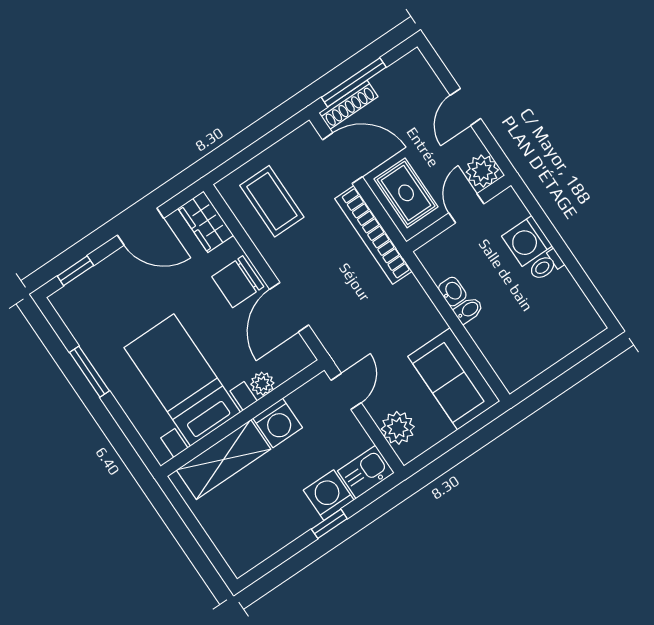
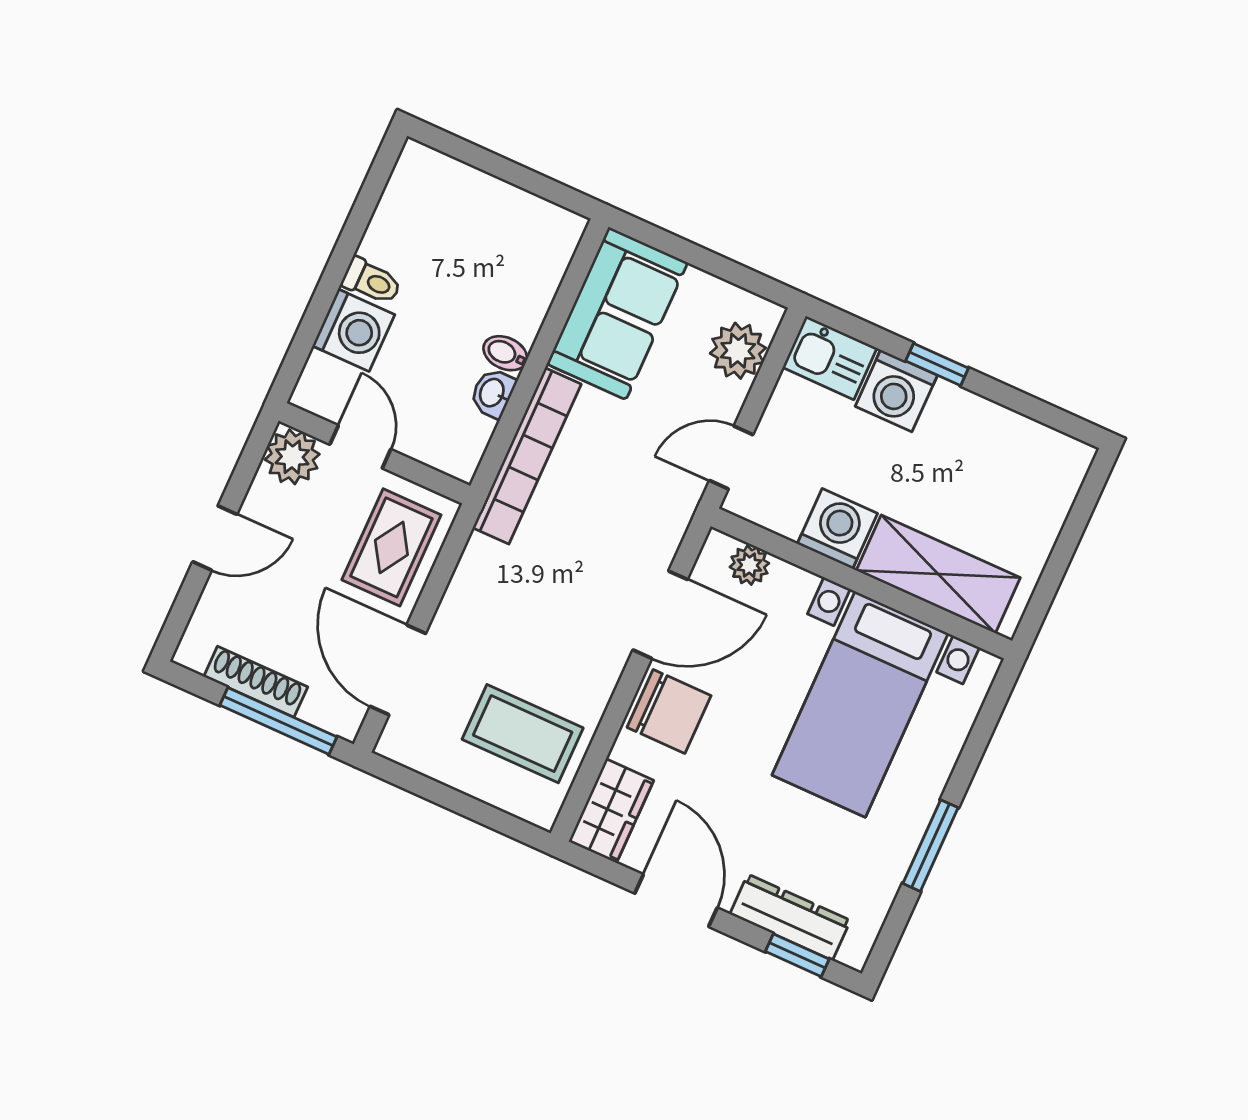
shoe rack: (348, 105) -> (256, 682), moved
coffee table: (272, 201) -> (523, 734), turned 90
door: (466, 208) -> (360, 447), swing flipped
bookcase: (373, 235) -> (527, 456), moved
dresser: (97, 279) -> (790, 917), added
plant: (262, 384) -> (749, 565), moved

